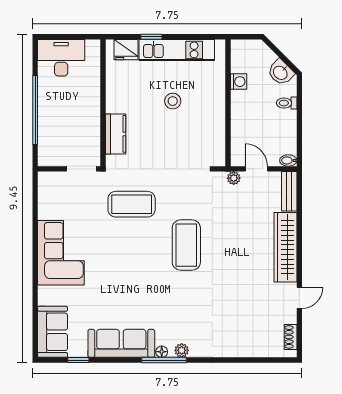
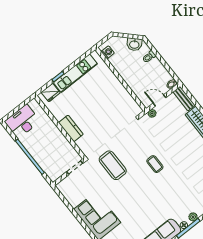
washing machine: (239, 82) -> (108, 52), moved
stool: (173, 101) -> (93, 100), removed
kitchen counter: (116, 134) -> (71, 128), moved
coffee table: (132, 204) -> (113, 165), turned 90
coffee table: (186, 245) -> (155, 164), width x0.54, depth x0.58

